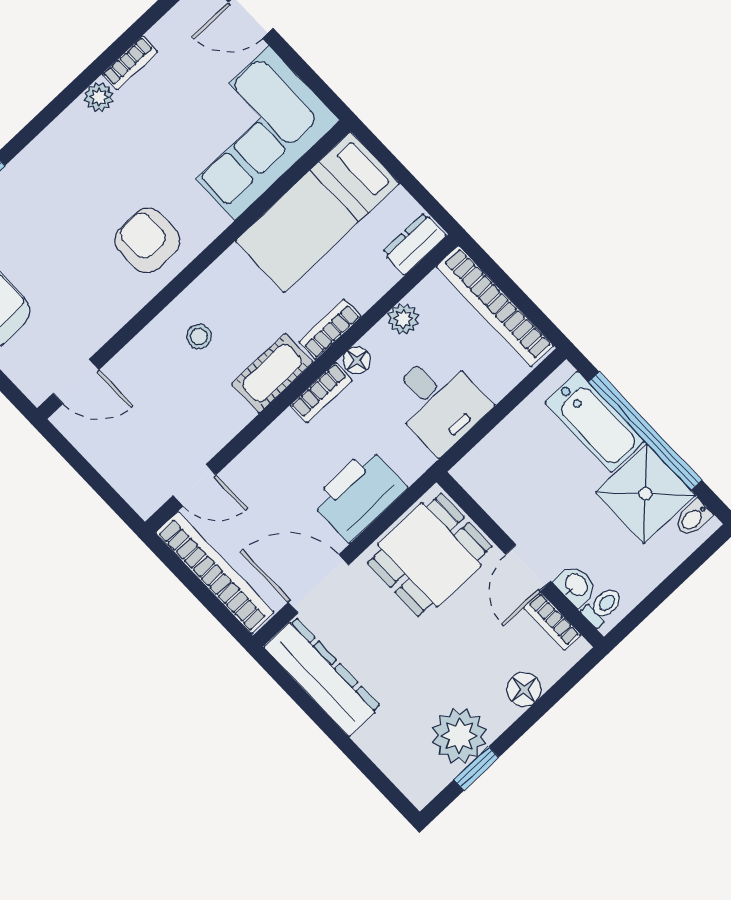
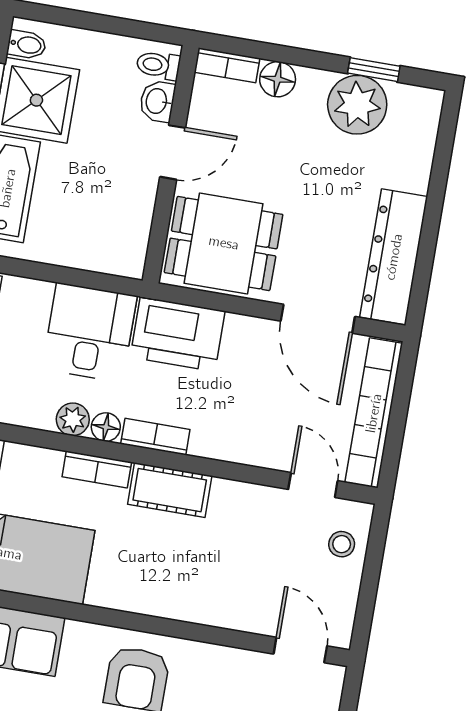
plant: (403, 319) -> (73, 419), moved
stool: (199, 337) -> (342, 544), moved
printer: (359, 495) -> (178, 334), moved
bookcase: (552, 621) -> (227, 65), moved, turned 90

